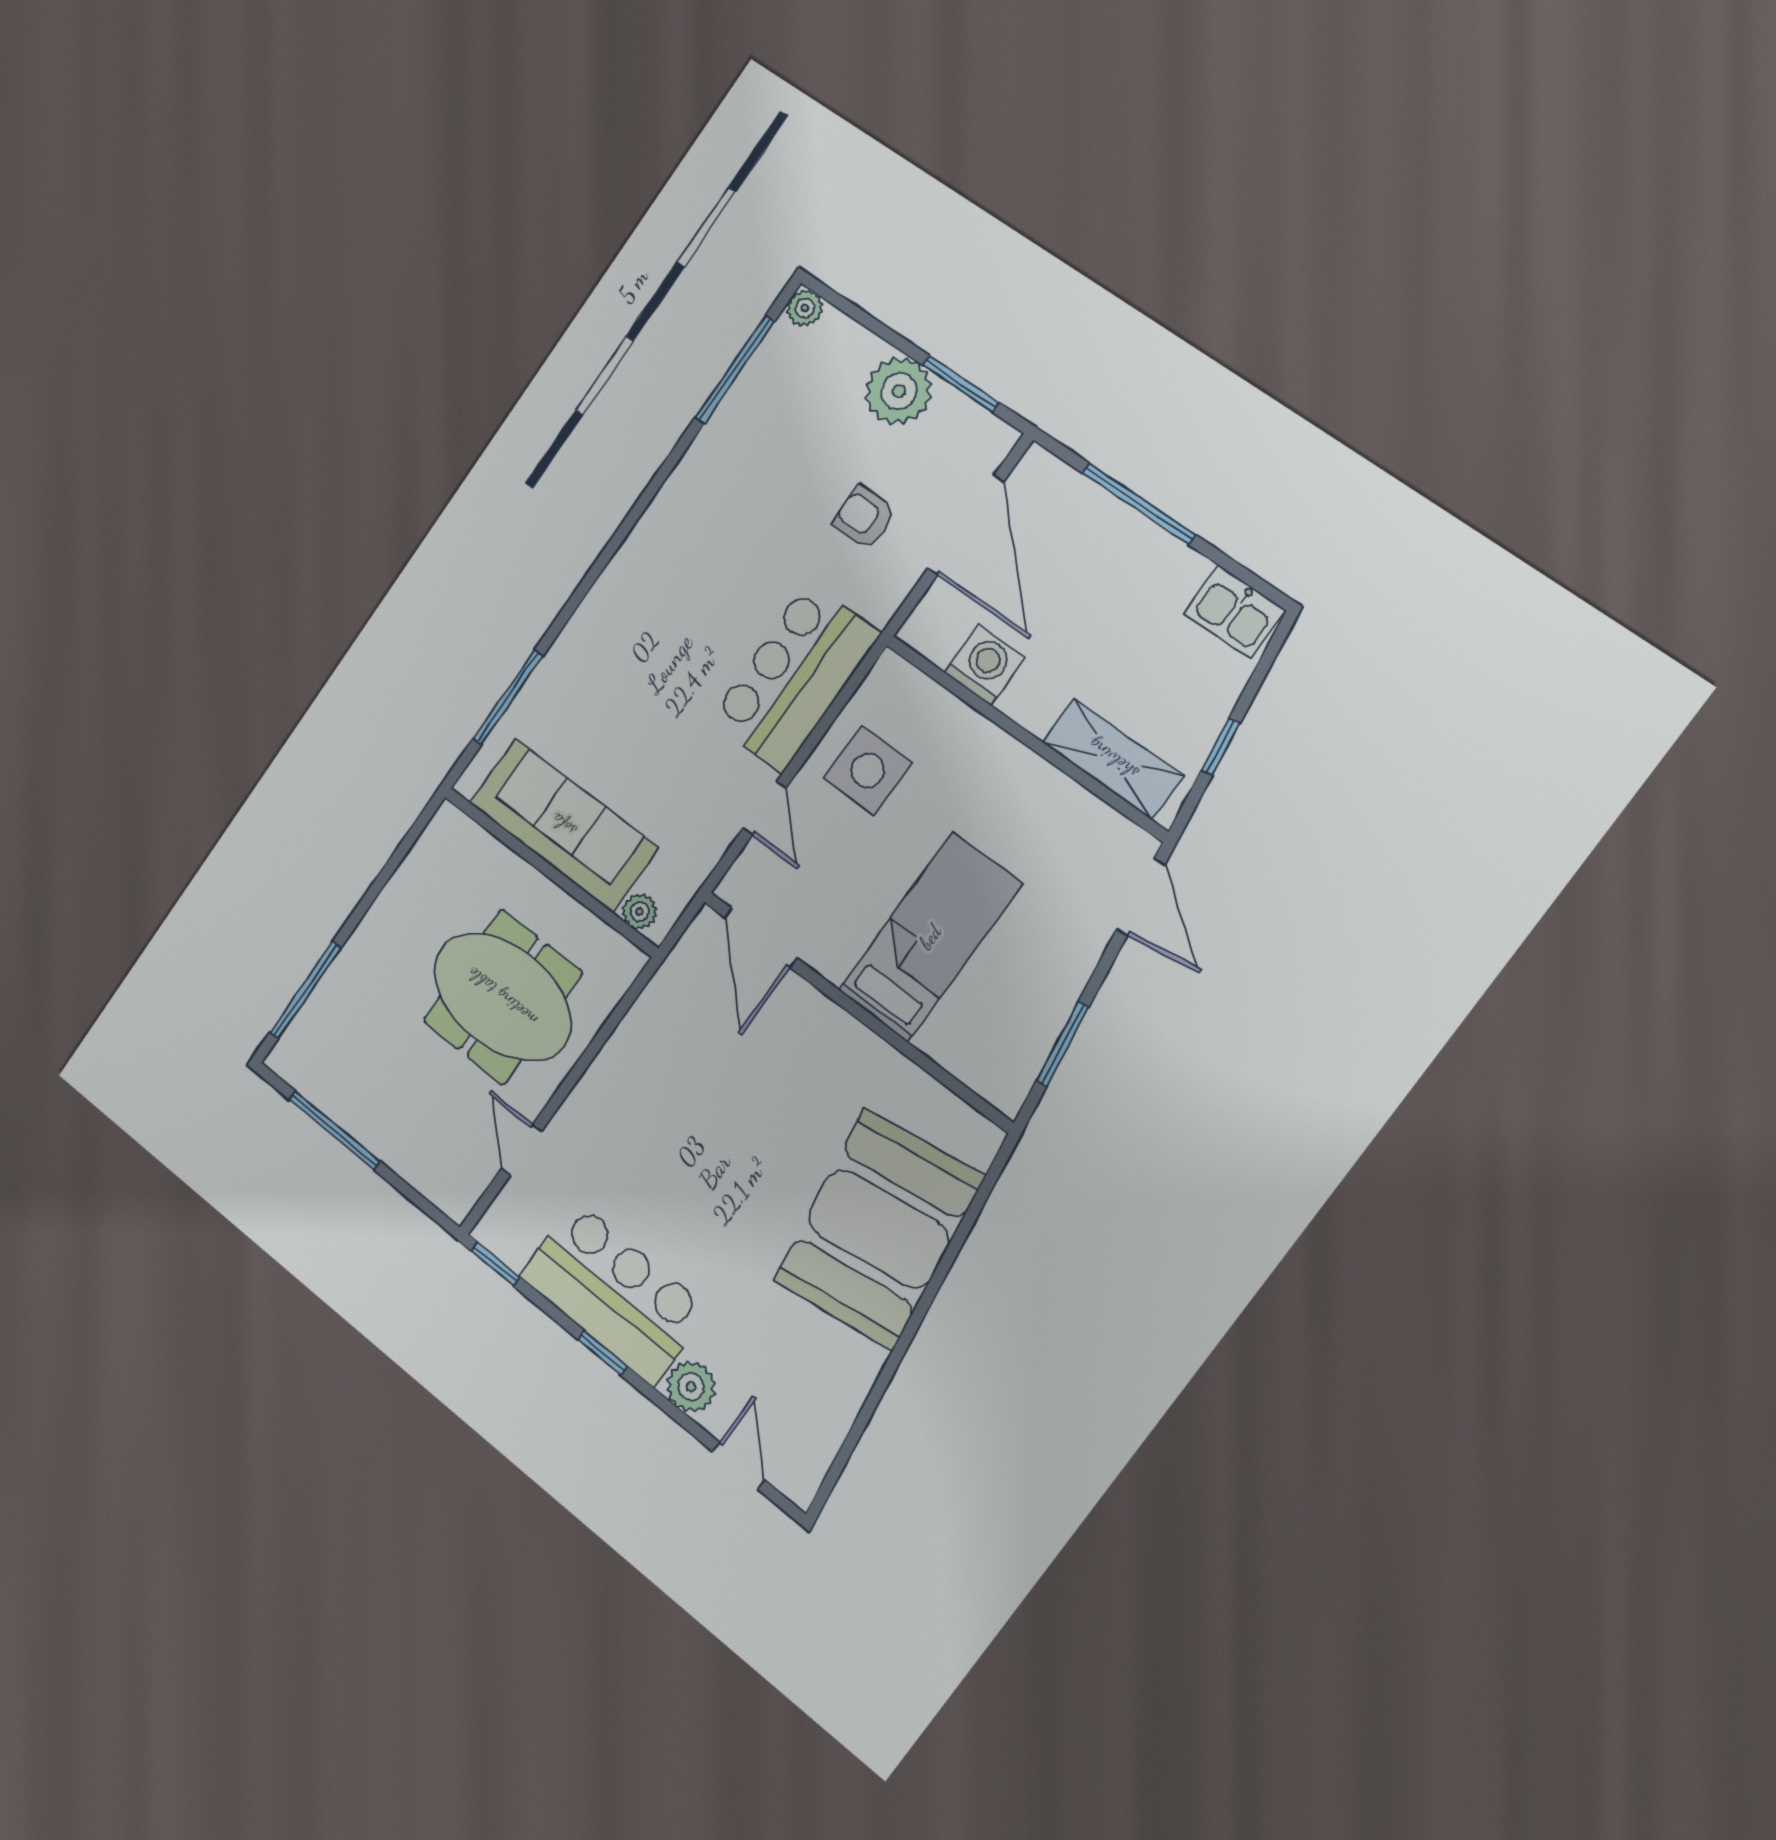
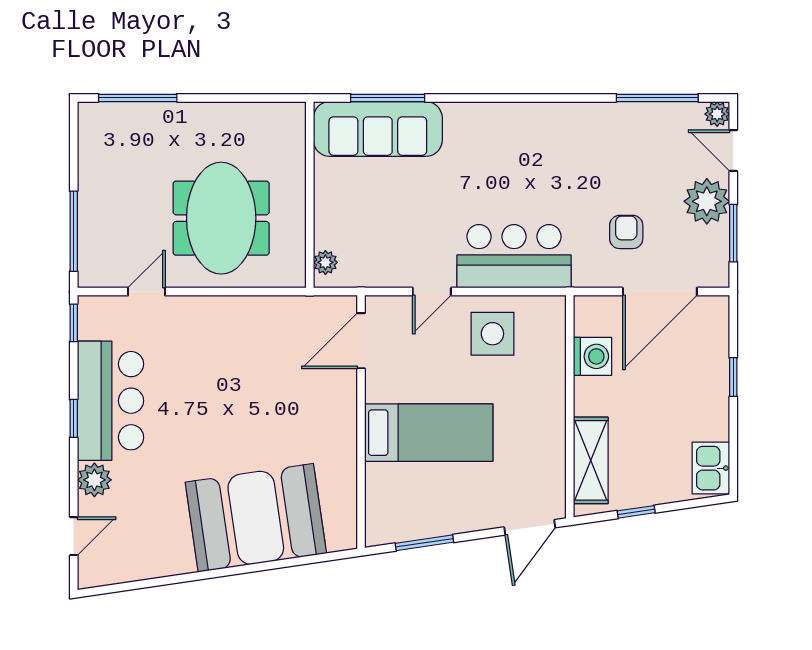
door: (862, 317) -> (733, 151), added
window: (1139, 504) -> (733, 377), width x0.46
sofa: (563, 825) -> (378, 129), moved, turned 90
window: (334, 1130) -> (74, 231), moved

